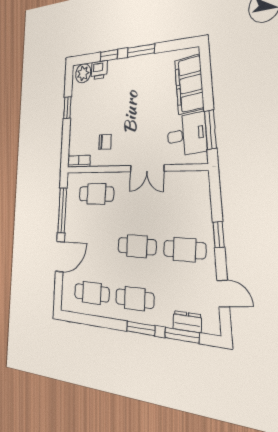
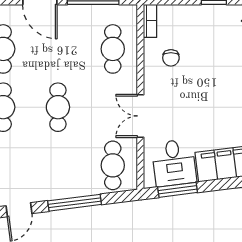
window: (219, 235) -> (75, 203), width x2.17
cafe table: (185, 250) -> (113, 165), moved

